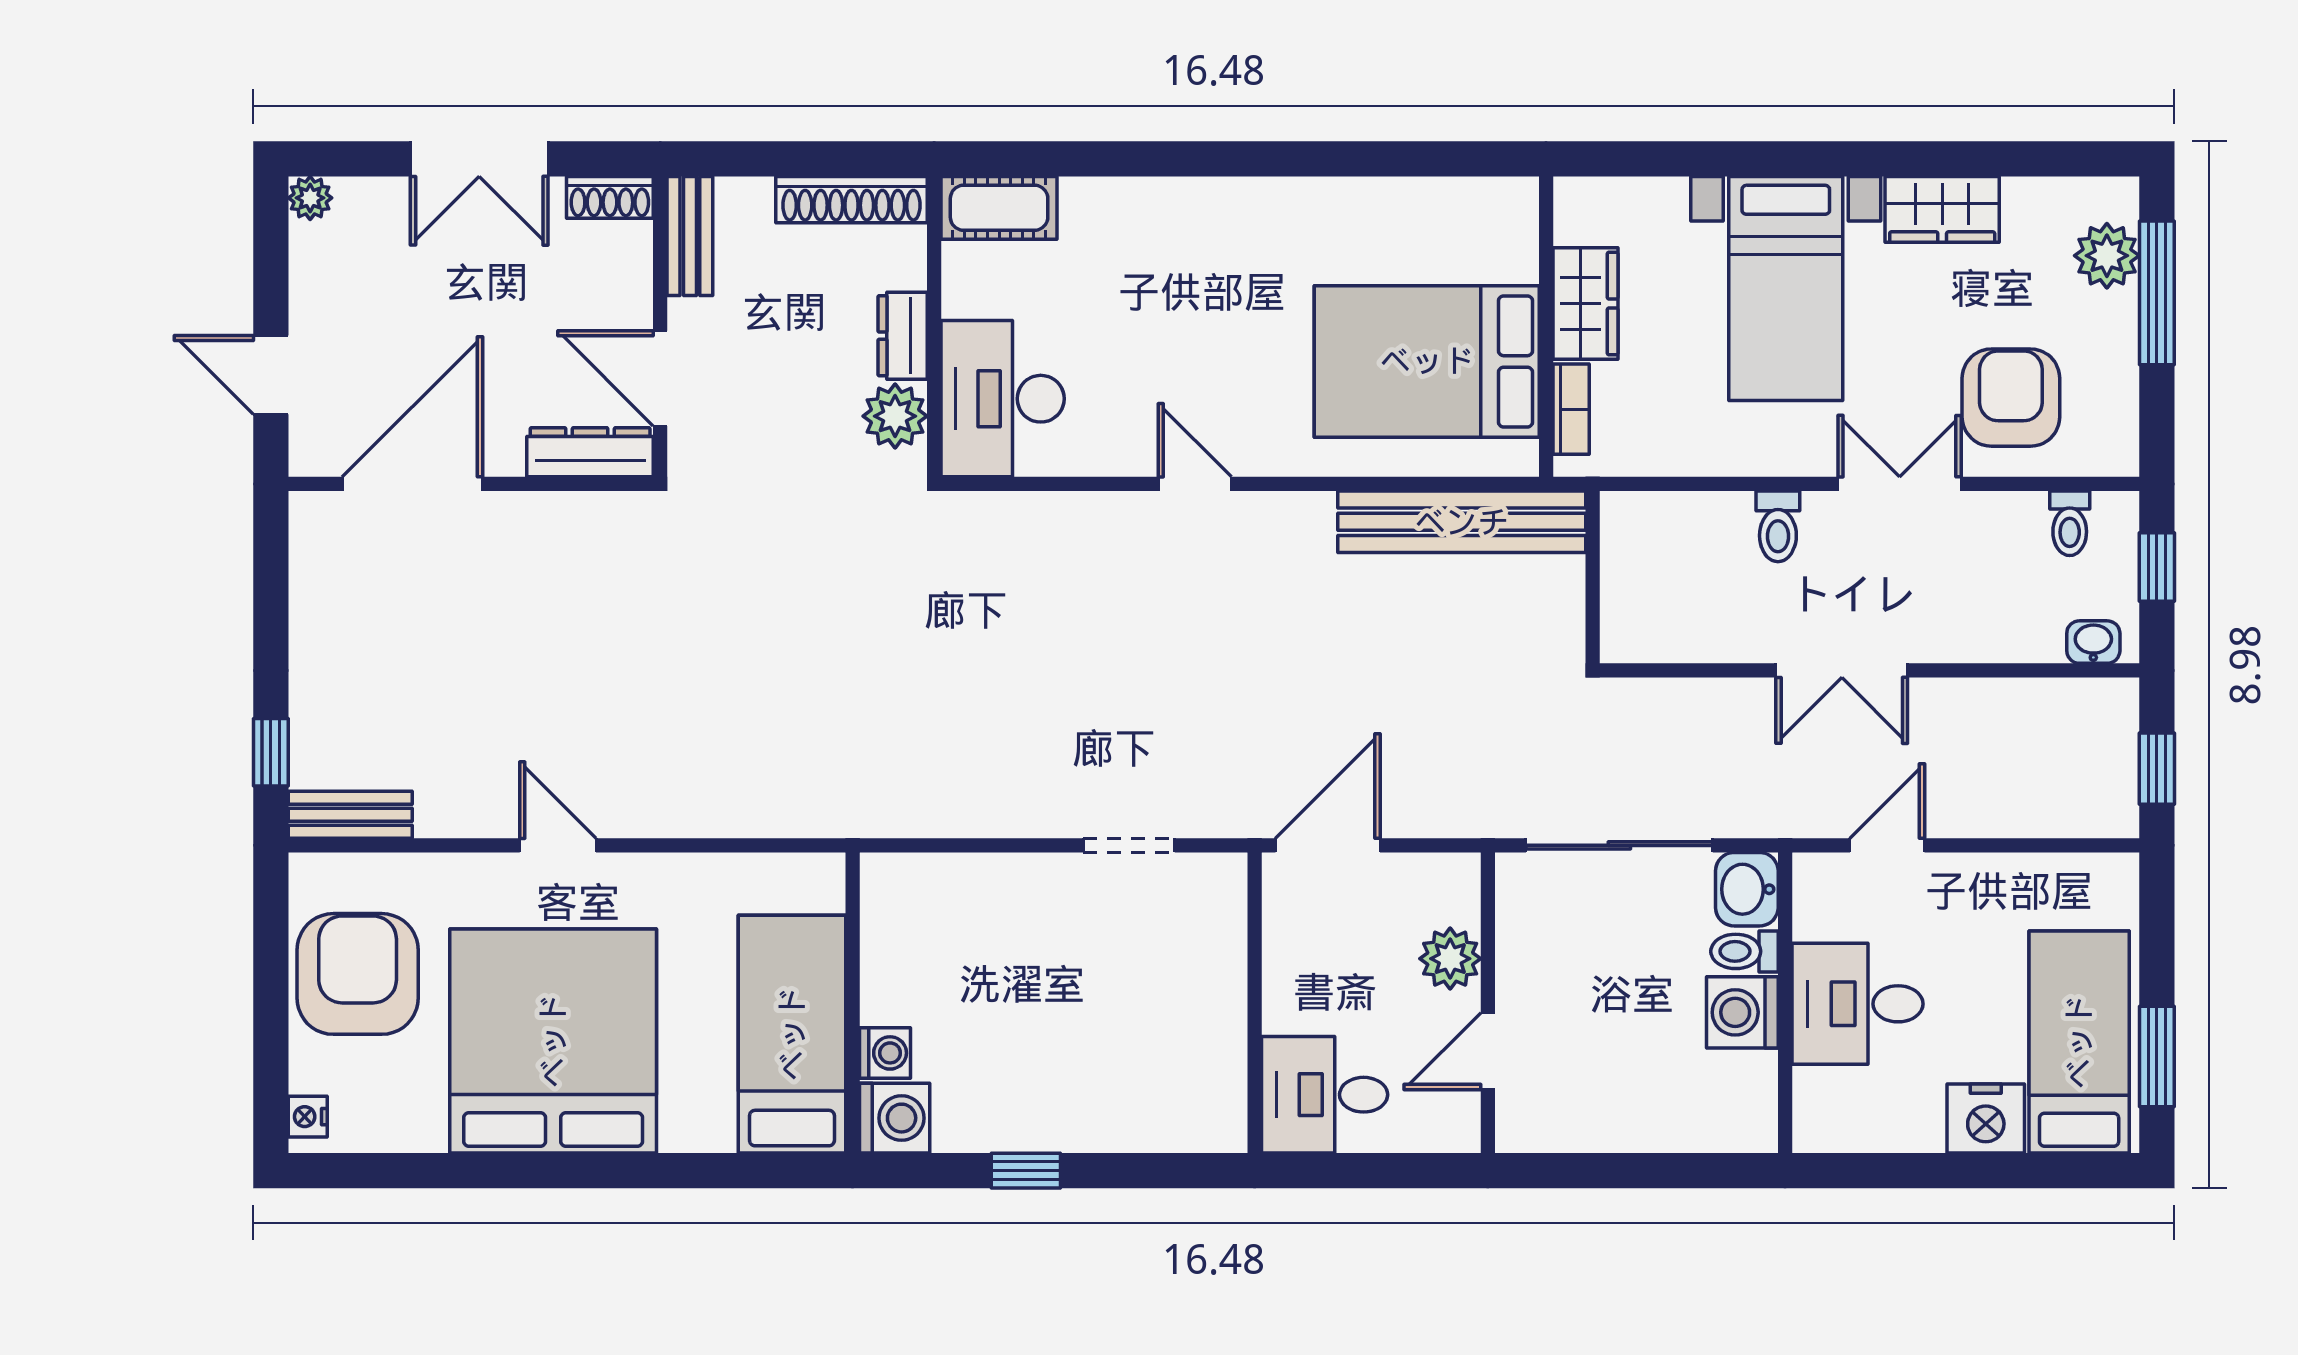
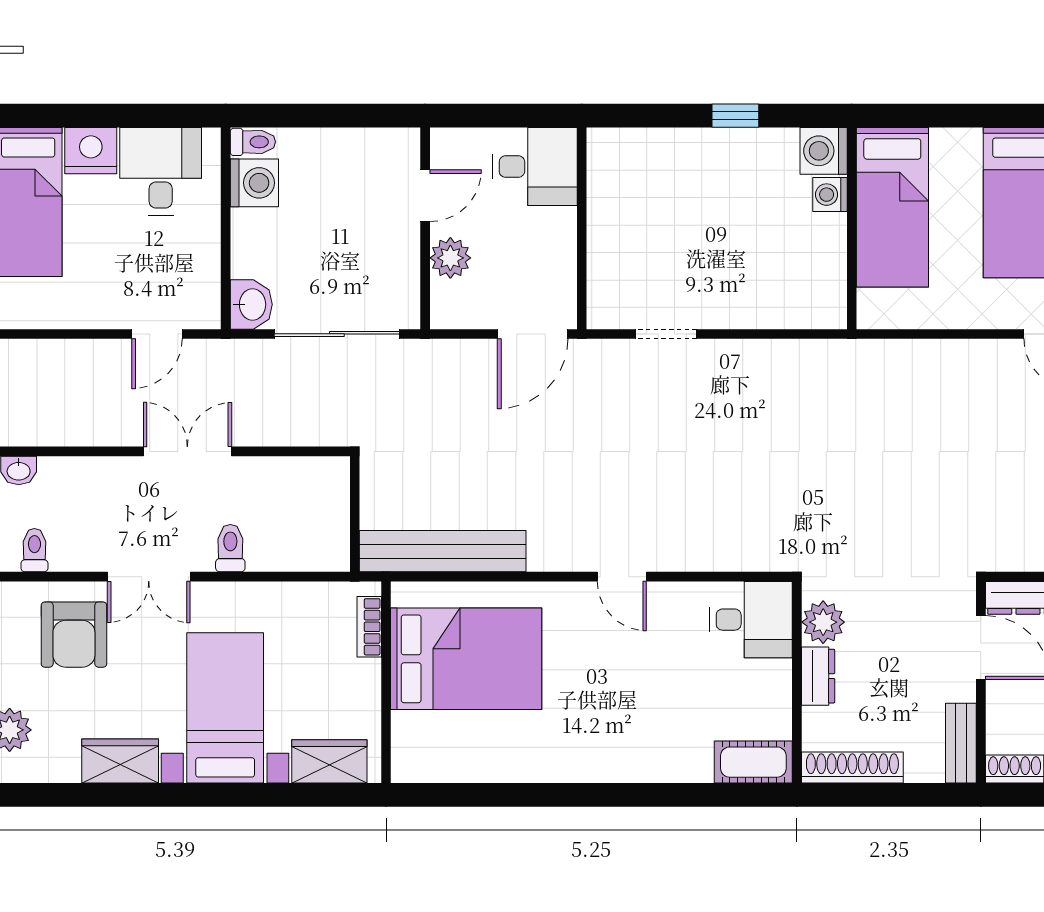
wardrobe: (1585, 304) -> (329, 761), moved, turned 90
desk: (1003, 399) -> (751, 620), width x0.73
toilet: (1744, 951) -> (253, 142), moved
desk: (1857, 1004) -> (161, 171), moved, turned -90
washing machine: (1742, 1012) -> (254, 183), moved

